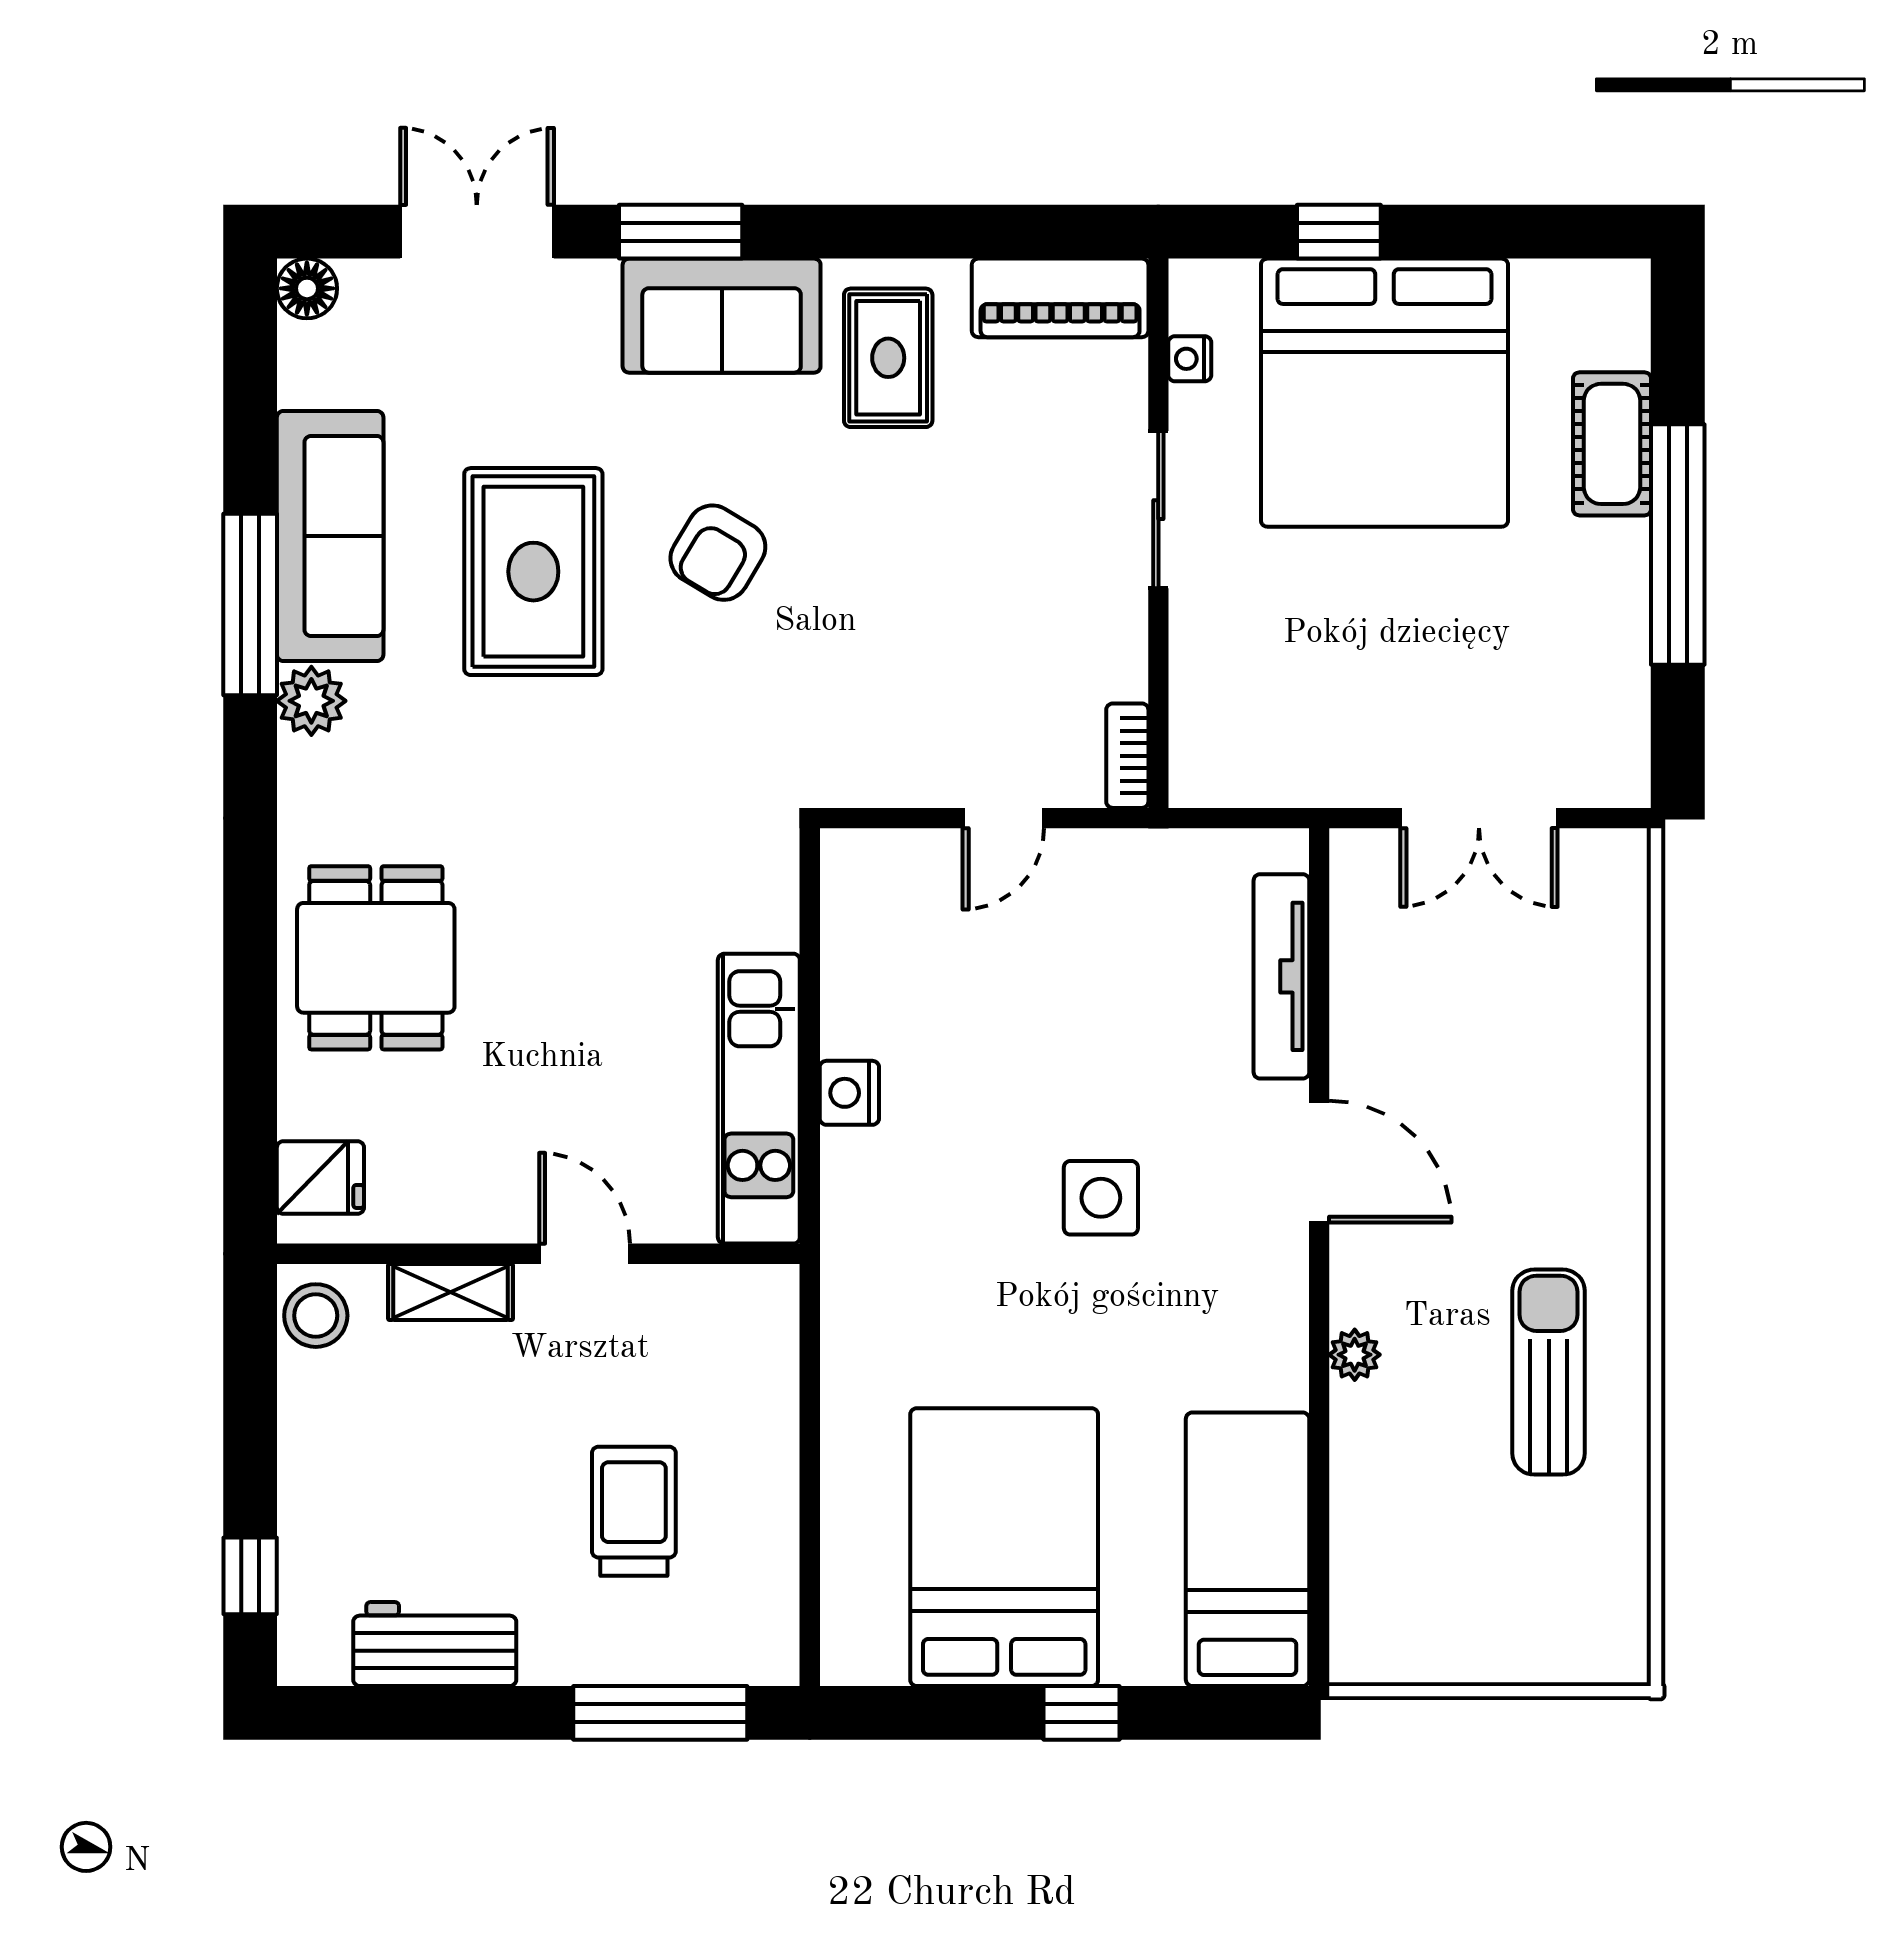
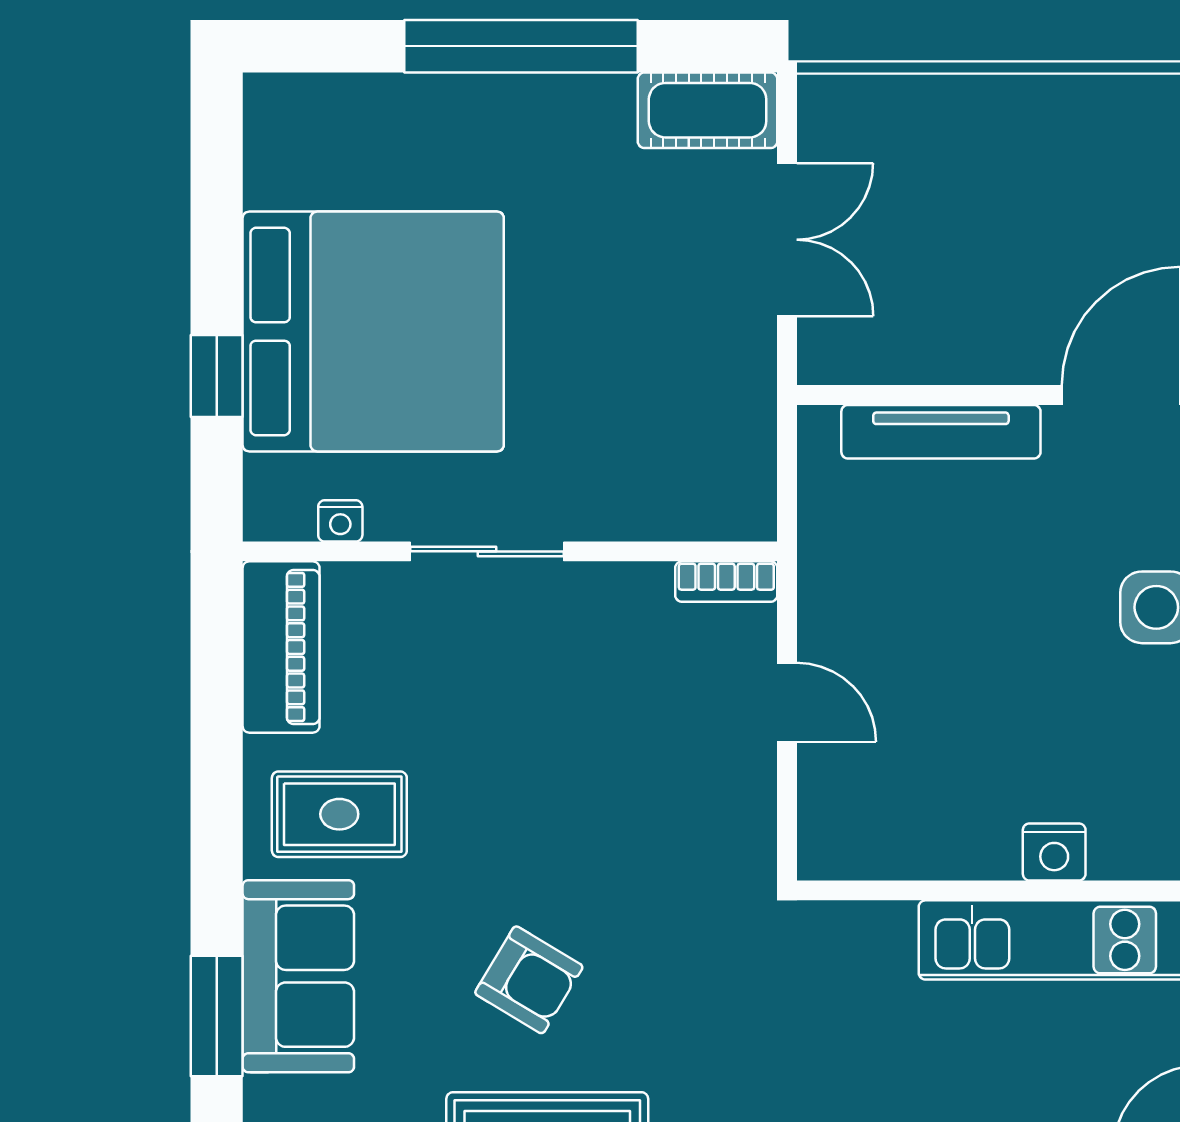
cot: (1612, 444) -> (708, 110), moved

